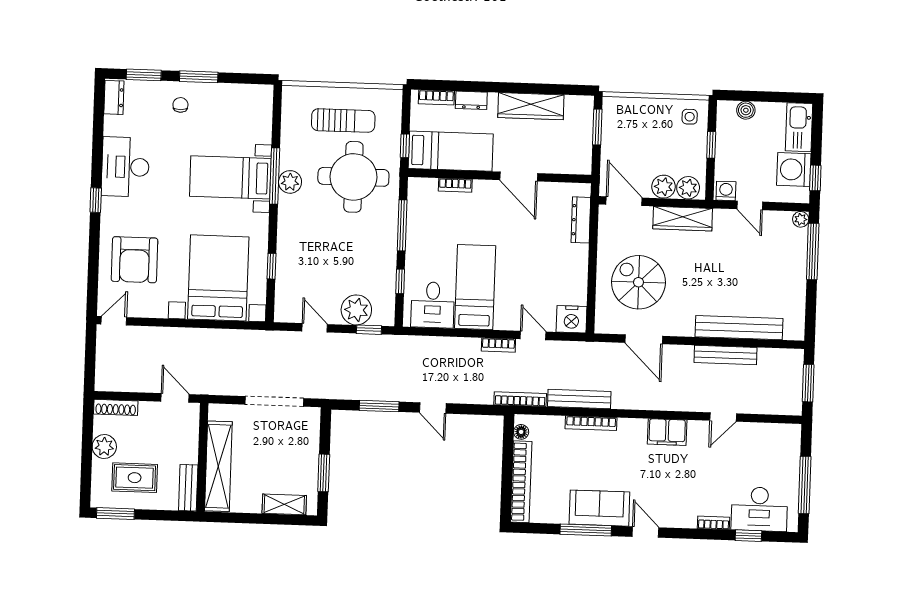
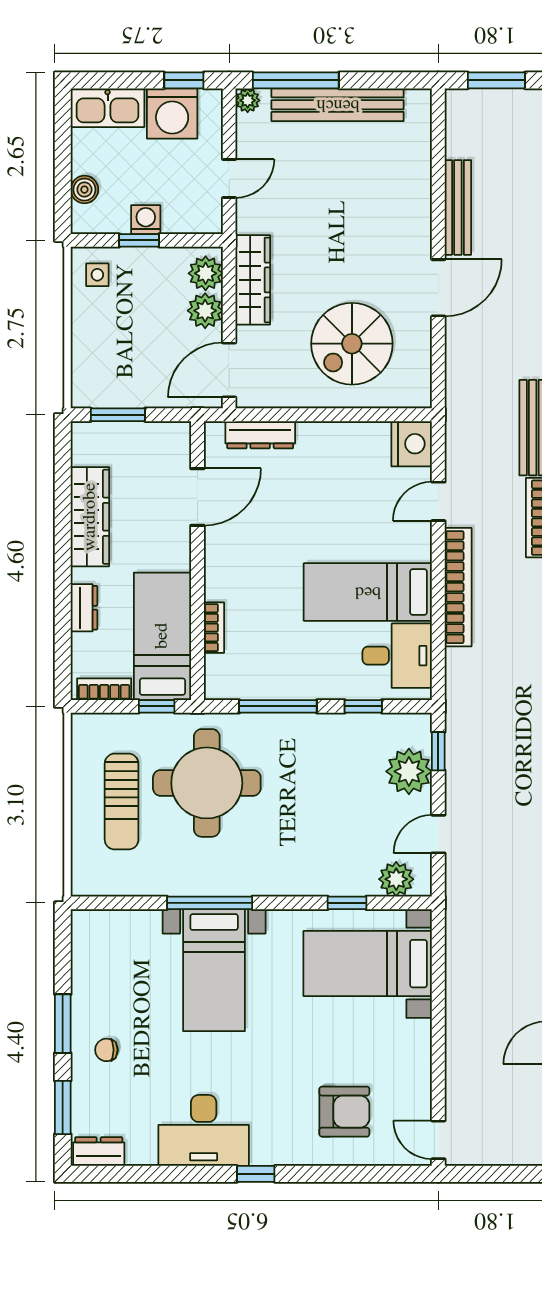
bookcase: (436, 97) -> (104, 689), moved, turned -90
sun lounger: (343, 121) -> (122, 802), turned 180
door: (519, 177) -> (197, 497), moved
plant: (290, 182) -> (396, 879), moved
washing machine: (726, 191) -> (146, 220), moved, turned 90
armchair: (134, 260) -> (344, 1112), width x0.73, depth x0.73
bed with nightstands: (218, 278) -> (368, 964), width x0.73
bench: (739, 328) -> (338, 105), moved, turned 90
door: (644, 339) -> (438, 288), moved
bookcase: (498, 345) -> (458, 587), width x2.31, depth x1.31

